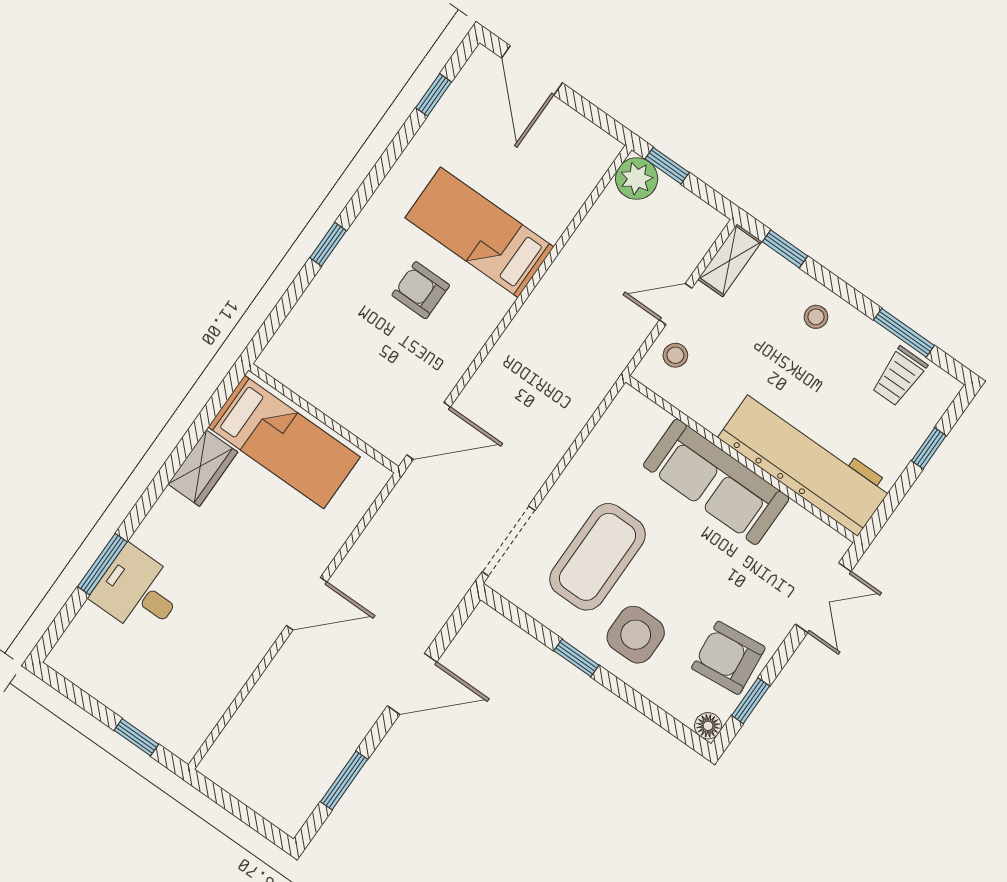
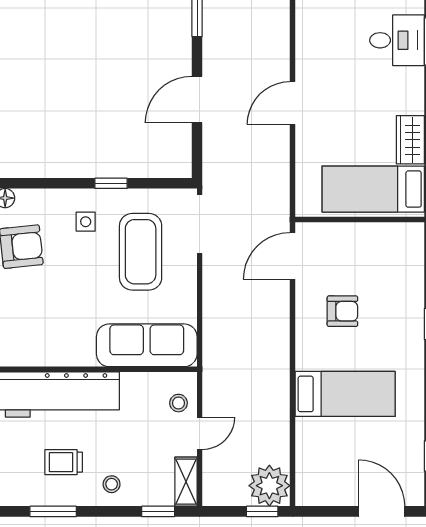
plant: (637, 179) -> (269, 486), width x1.36, depth x1.36
armchair: (421, 290) -> (342, 311), moved
trolley: (899, 376) -> (64, 462), moved, turned -90
sofa: (716, 482) -> (147, 345), moved
side table: (636, 635) -> (86, 222), width x0.54, depth x0.54

